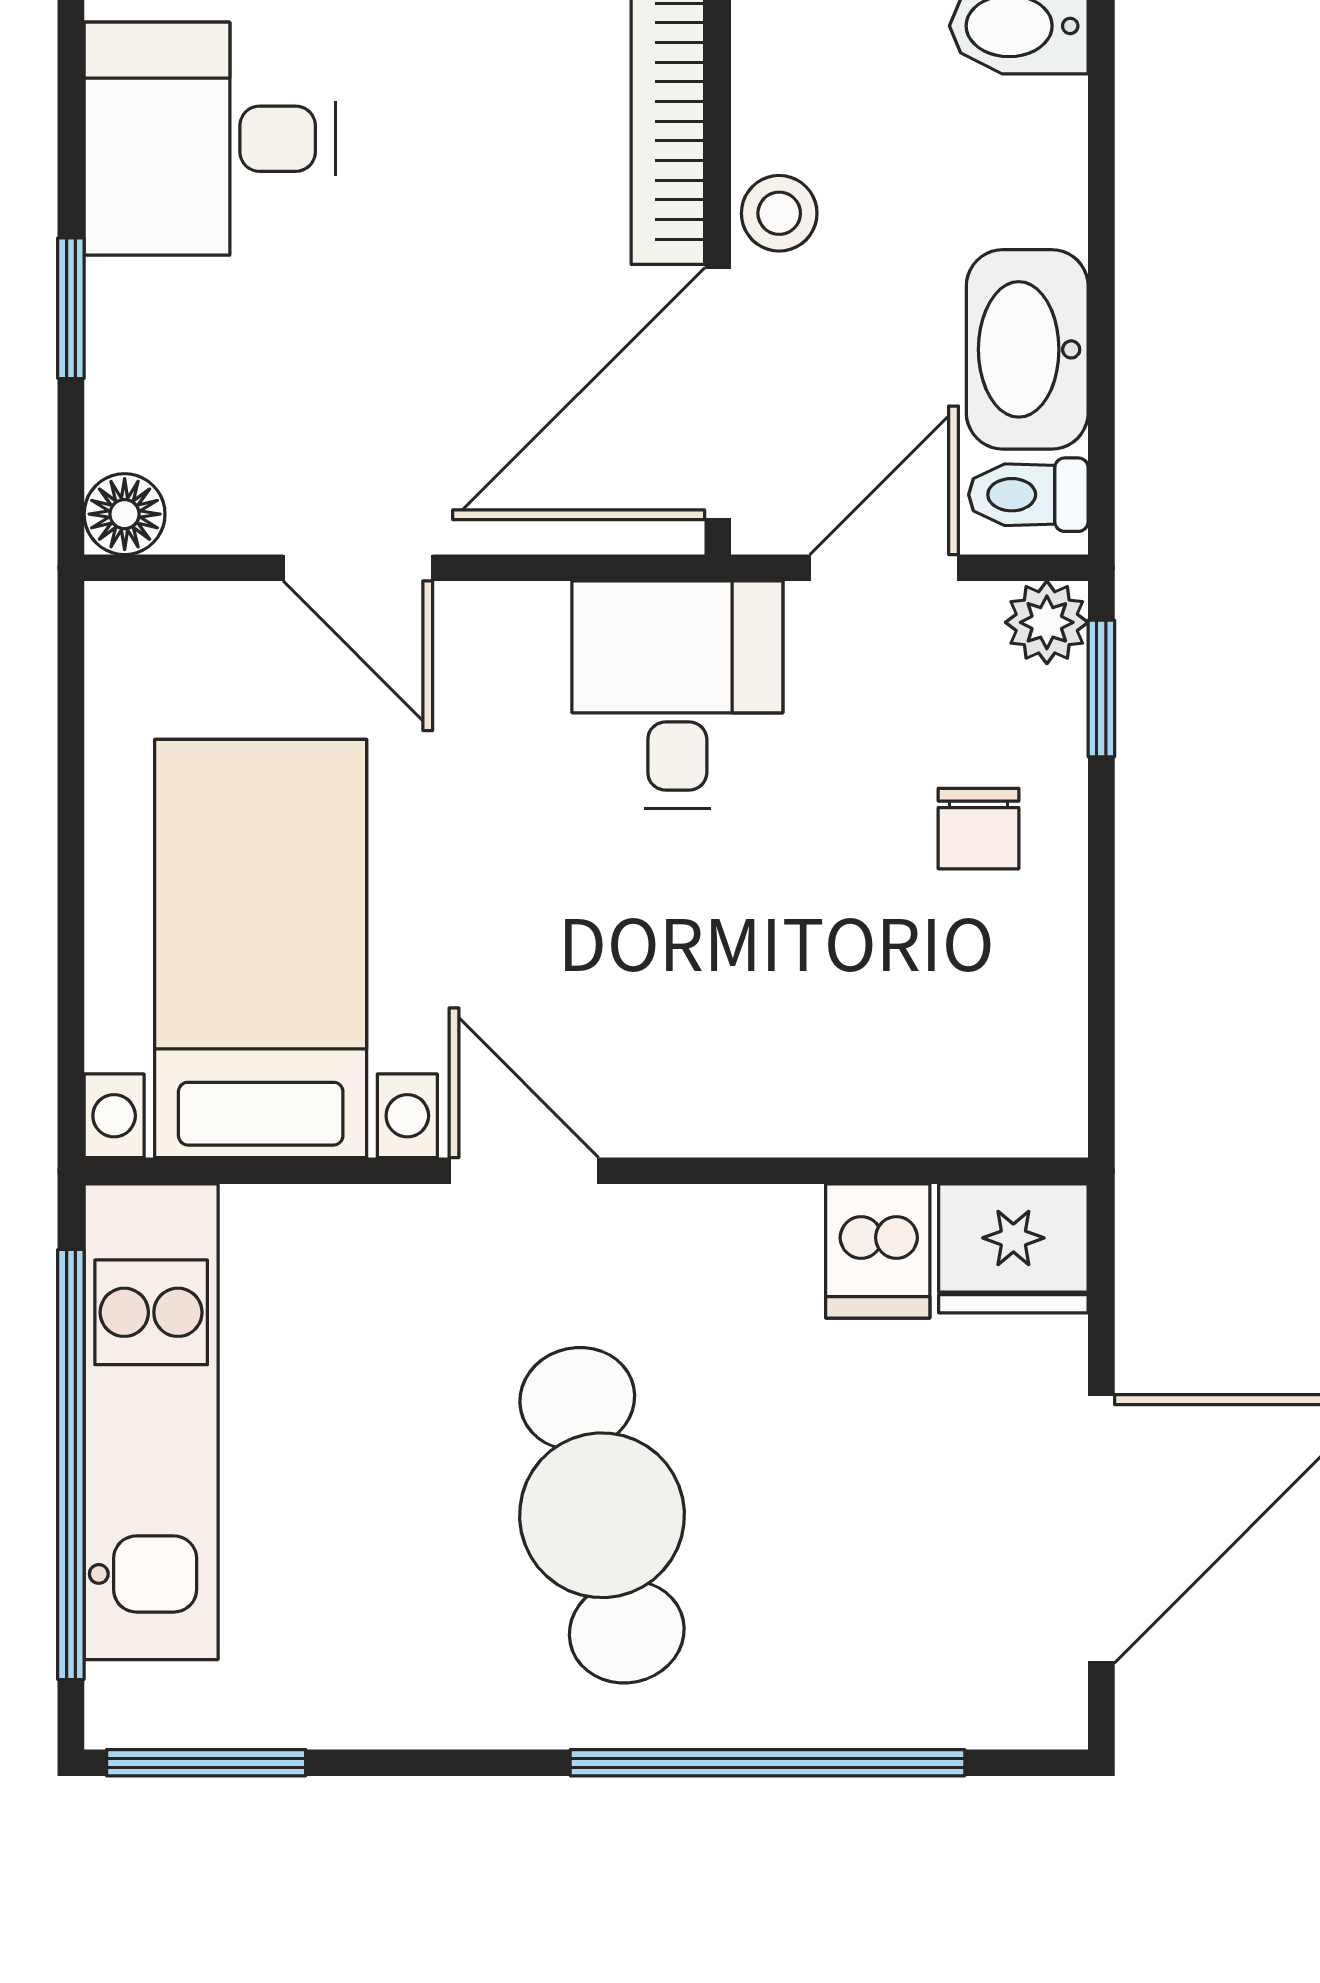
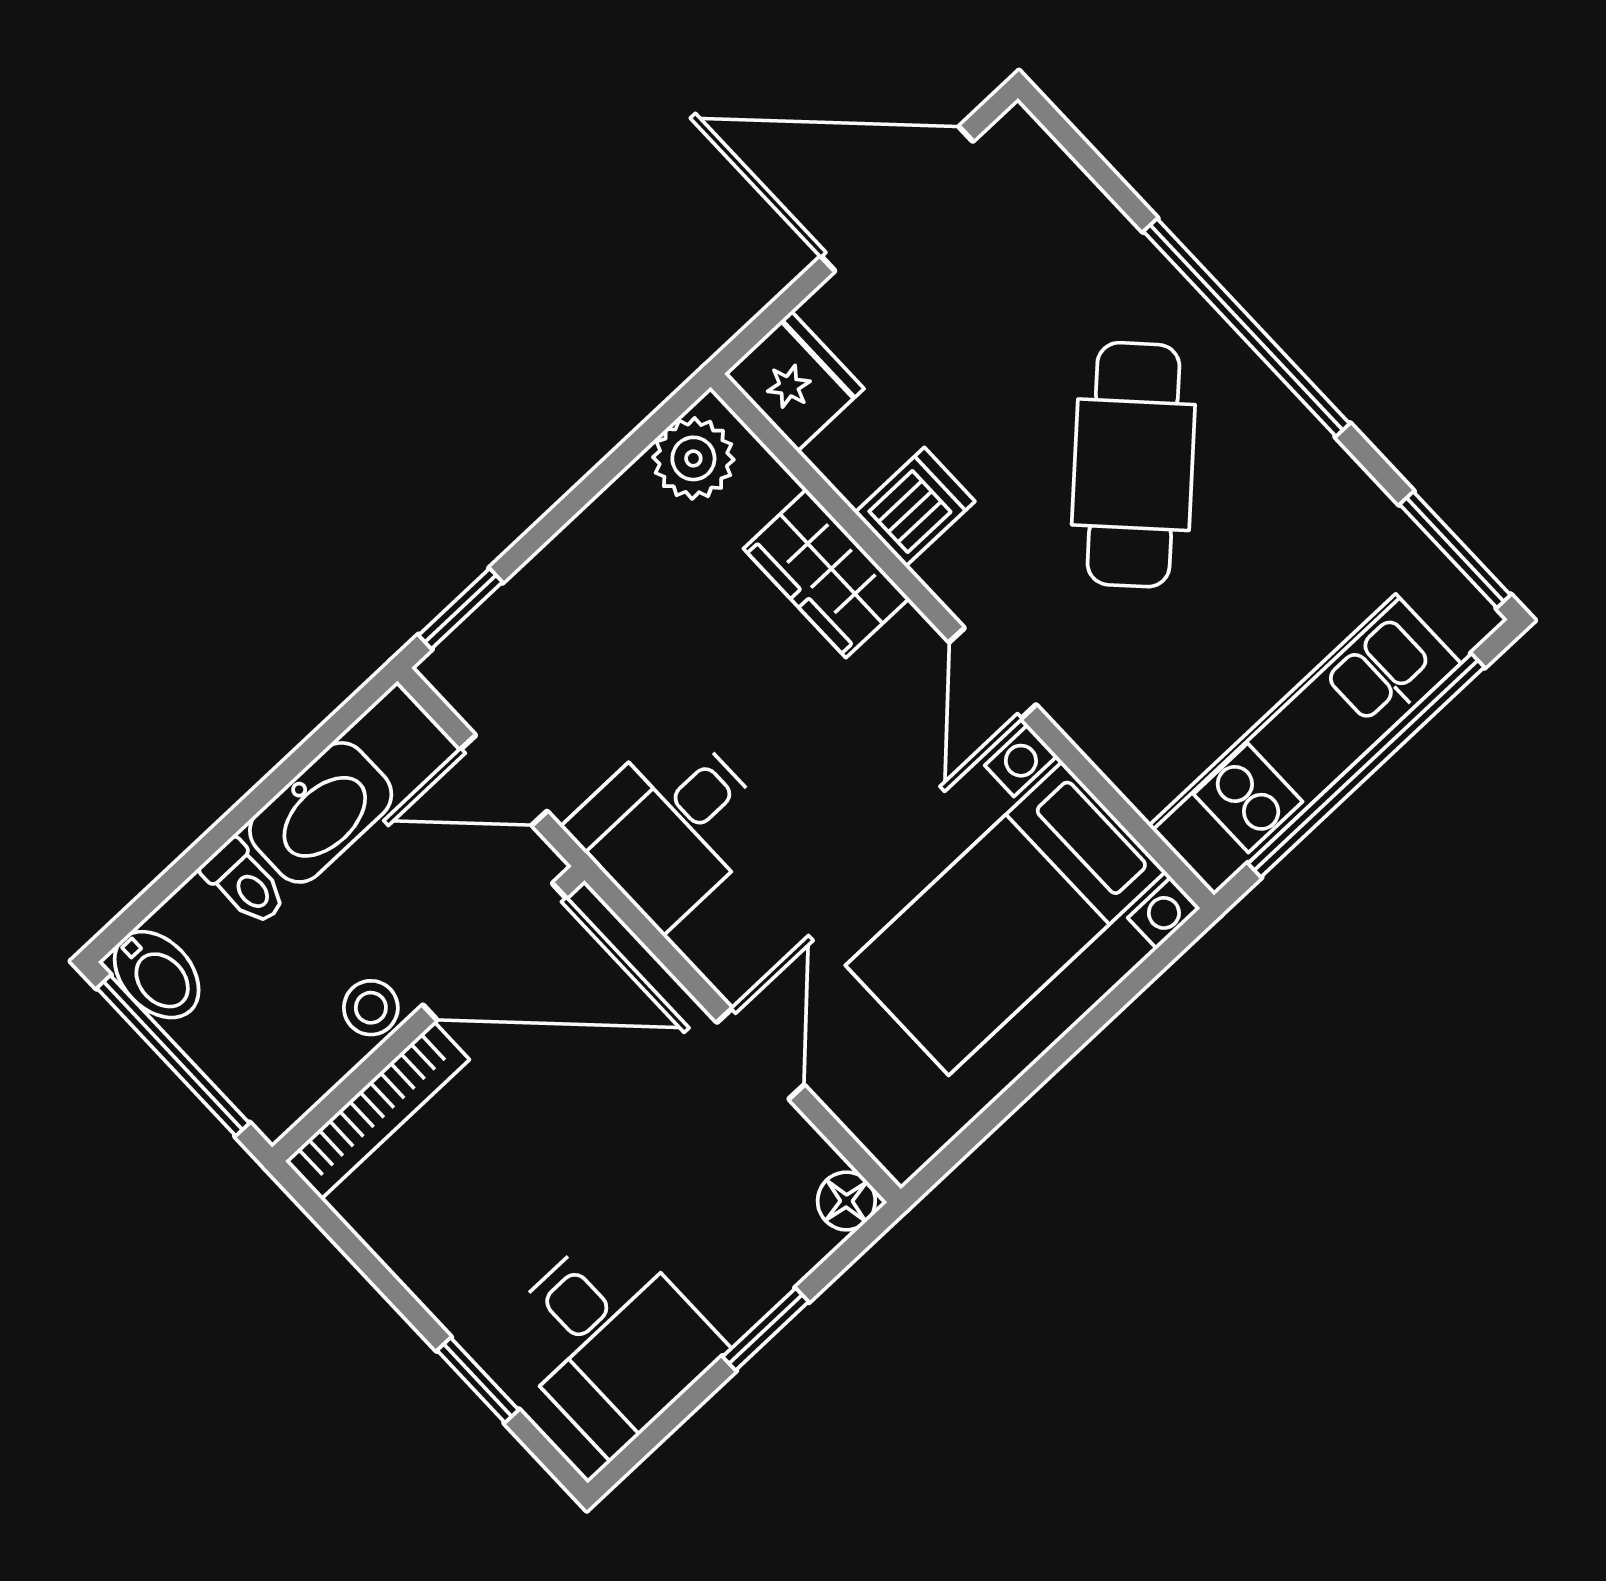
toilet: (1028, 495) -> (245, 883), moved
plant: (1047, 622) -> (693, 458), moved, width x1.38, depth x1.38
chair: (978, 829) -> (593, 604), removed
wardrobe: (786, 1097) -> (826, 573), added
dishwasher: (878, 1251) -> (915, 507), moved
cafe table: (602, 1515) -> (1133, 465), turned -32
window: (768, 1763) -> (1247, 328), moved

